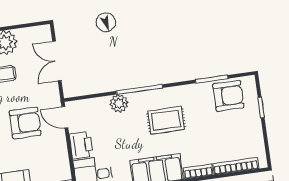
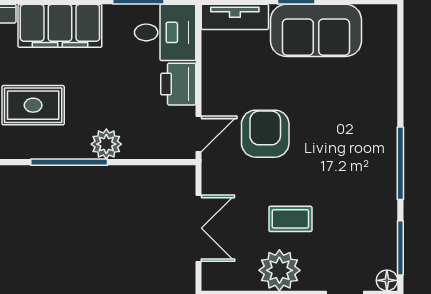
door: (65, 117) -> (198, 134), hinge flipped
armchair: (25, 123) -> (265, 134), turned 90

